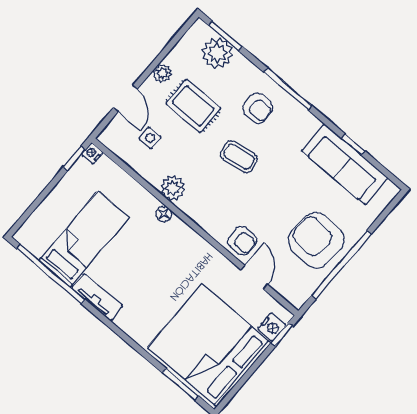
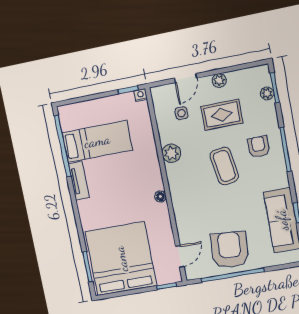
plant: (217, 53) -> (267, 93), width x0.53, depth x0.53
rug: (193, 106) -> (222, 115), turned 90
armchair: (258, 108) -> (258, 147), turned 180
coffee table: (239, 157) -> (224, 166), width x1.36, depth x1.30
floor lamp: (164, 214) -> (160, 196), moved
armchair: (242, 241) -> (187, 216), removed
door: (254, 277) -> (180, 256), moved
nightstand: (272, 327) -> (164, 277), removed

